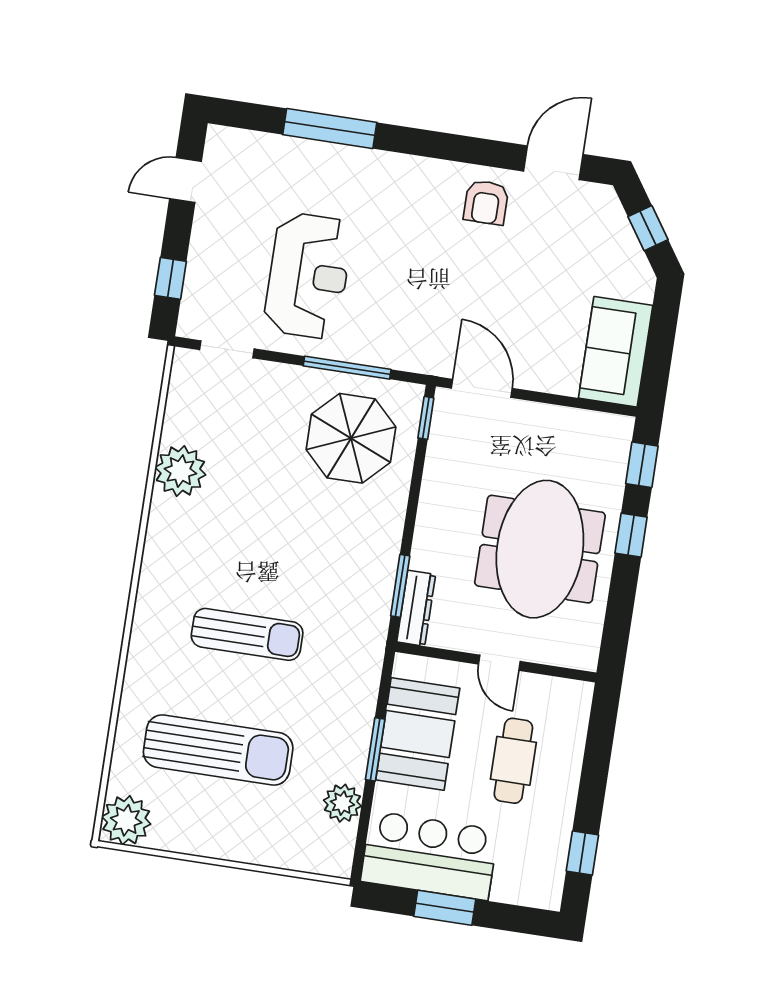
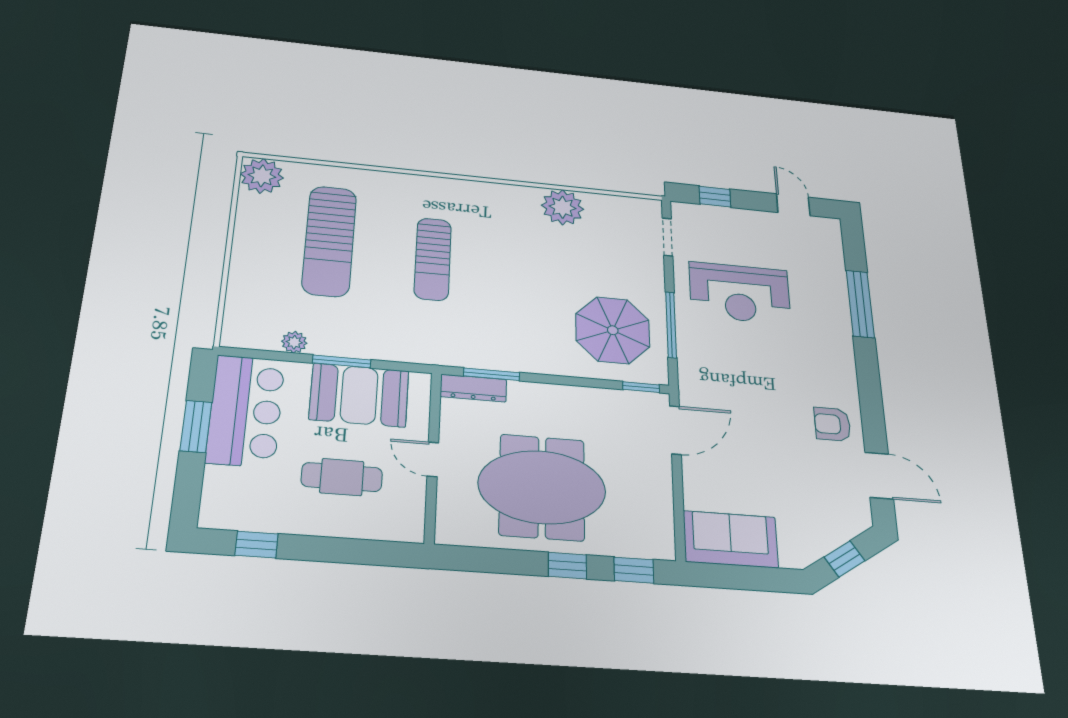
door: (499, 663) -> (433, 459), hinge flipped
plant: (342, 803) -> (294, 342), width x0.73, depth x0.73

